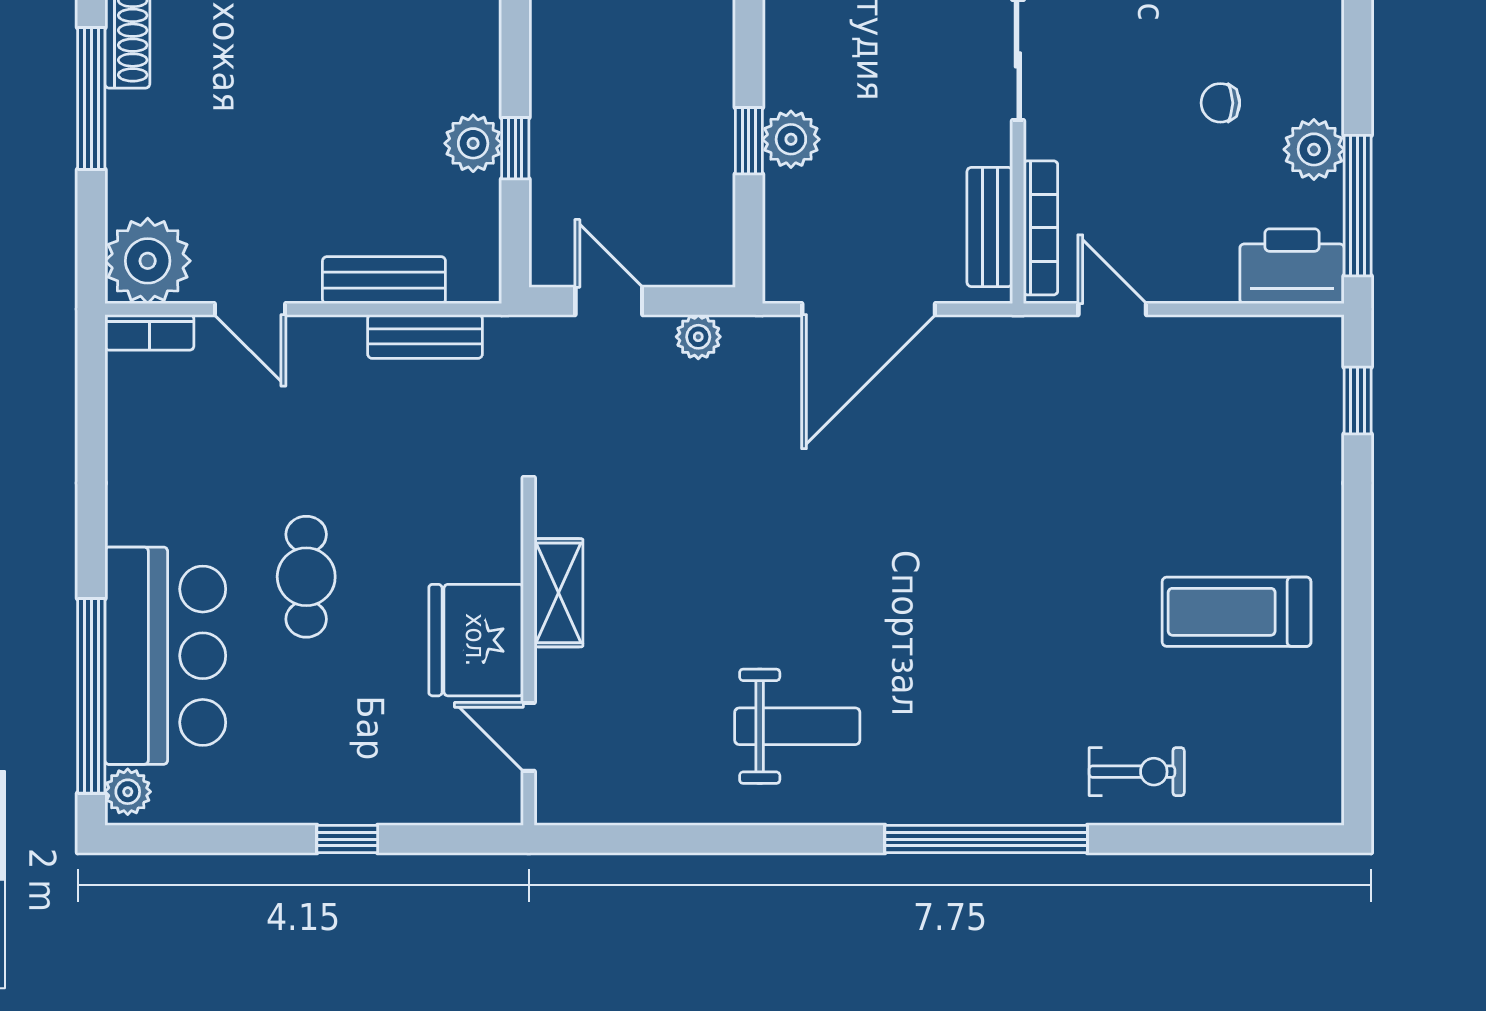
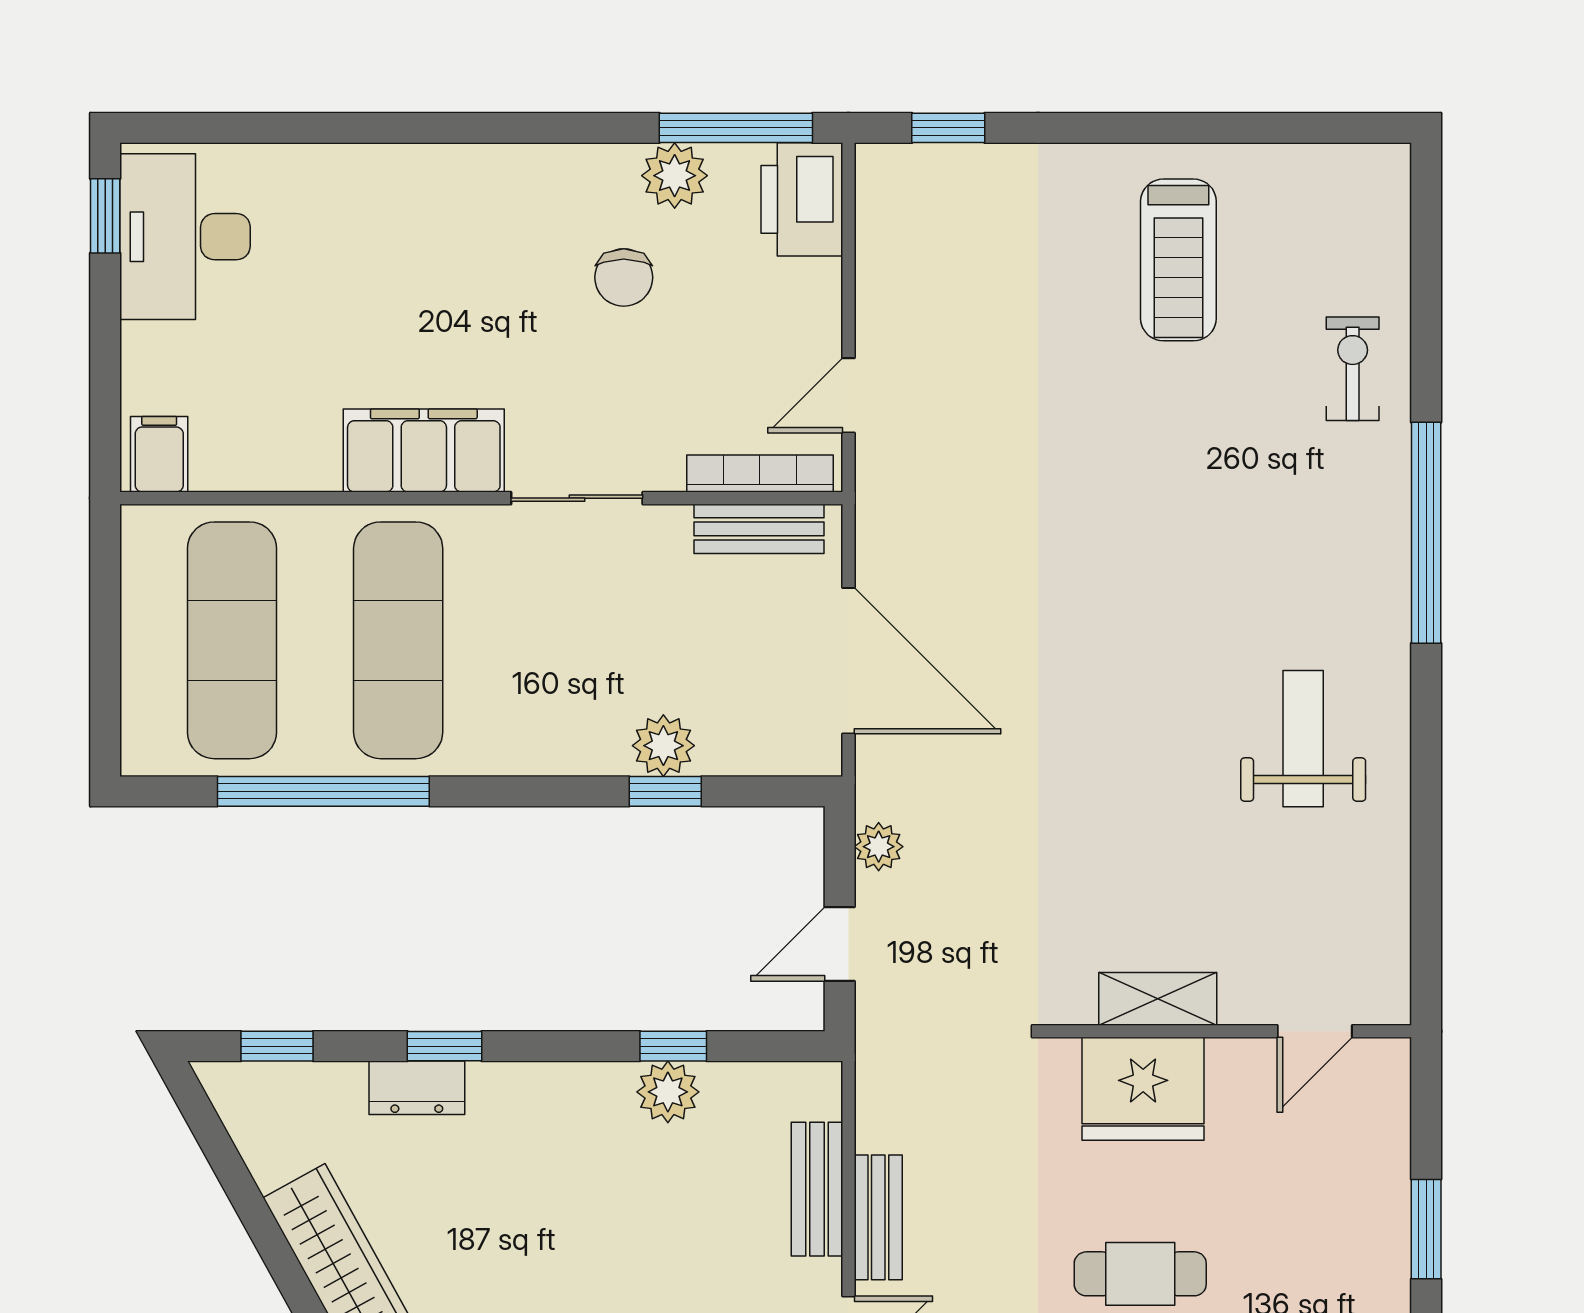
chair: (1220, 103) -> (624, 277), width x1.37, depth x1.37
bench: (425, 336) -> (878, 1217), moved
fridge: (476, 640) -> (1143, 1089), moved
window: (347, 839) -> (1426, 1229), width x1.50

